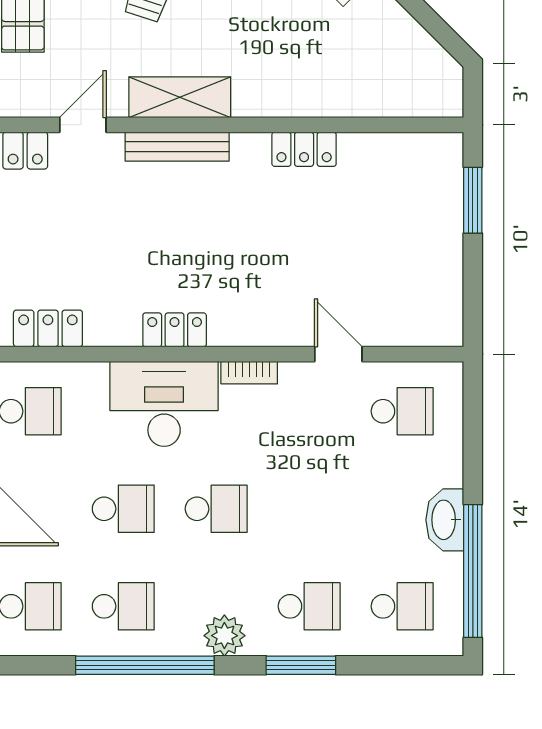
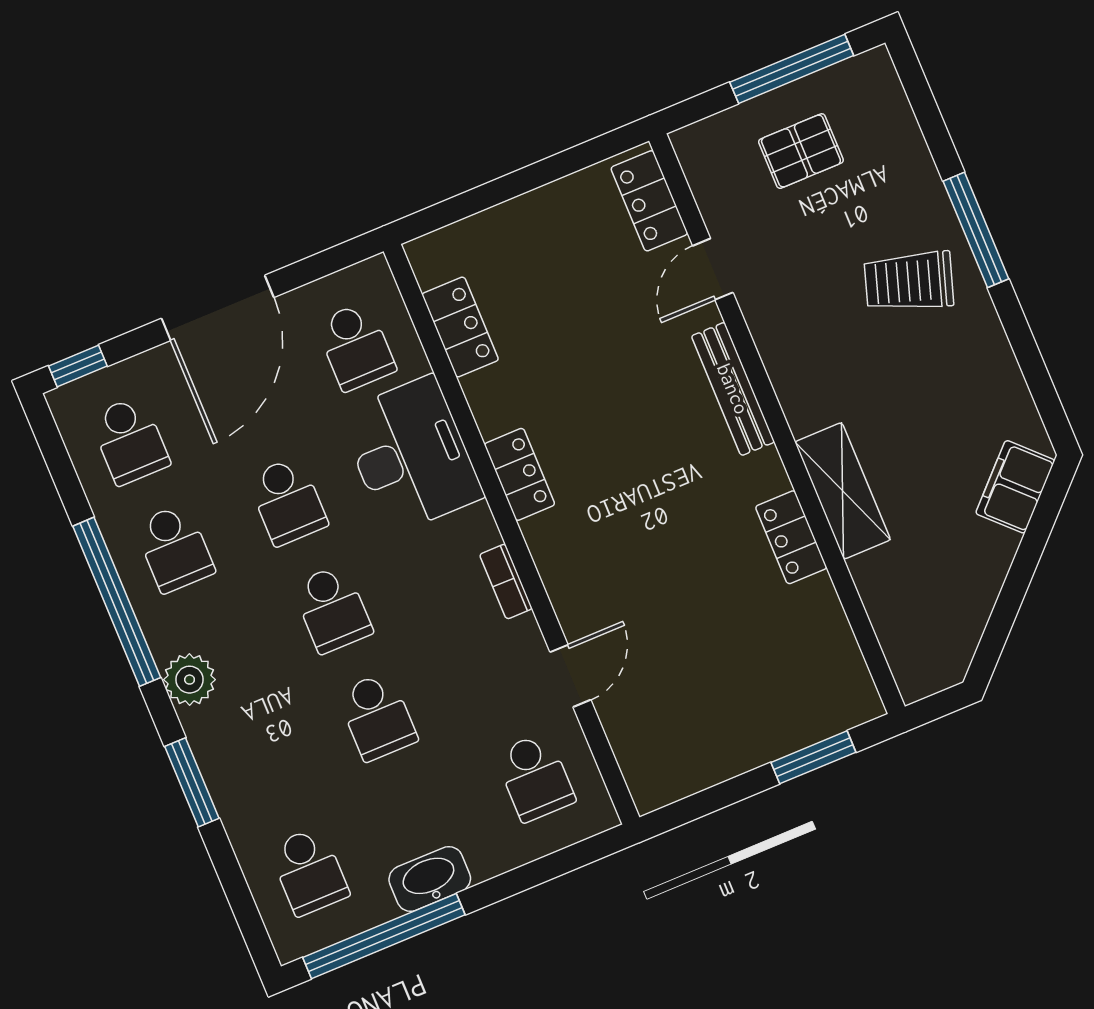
shelving: (180, 97) -> (843, 491), moved
door: (83, 125) -> (713, 269), swing flipped
desk: (164, 404) -> (411, 455), moved
school desk: (309, 606) -> (377, 717), moved

